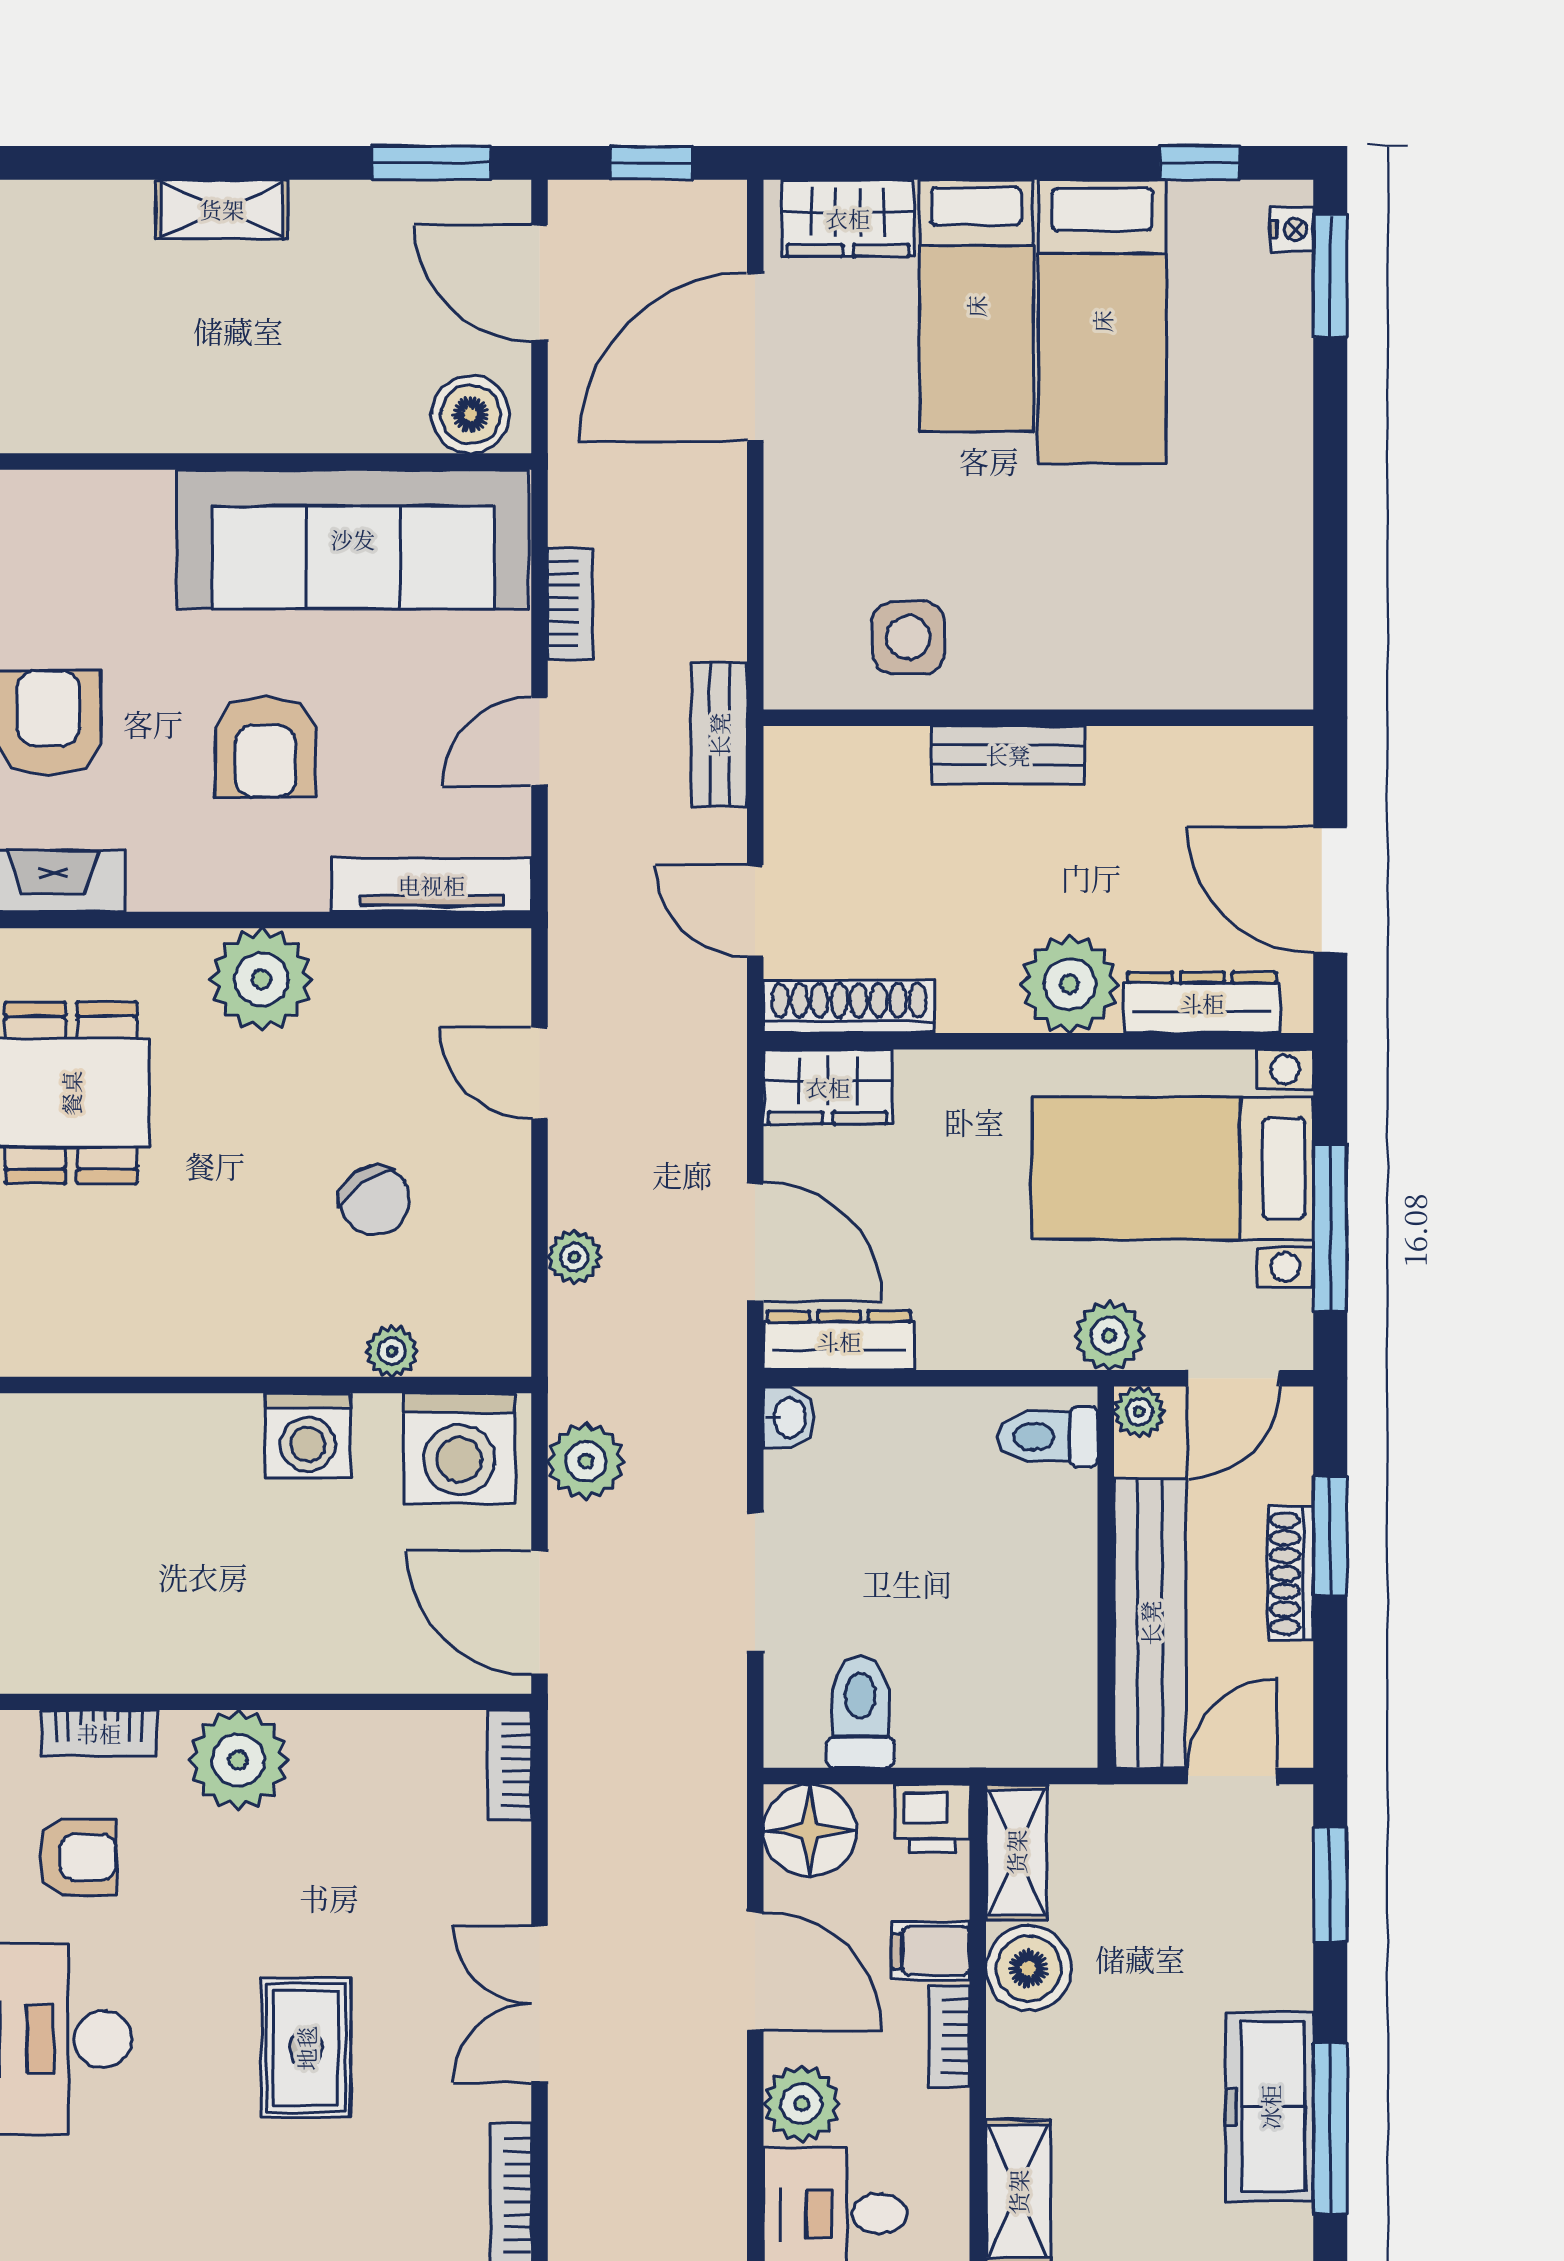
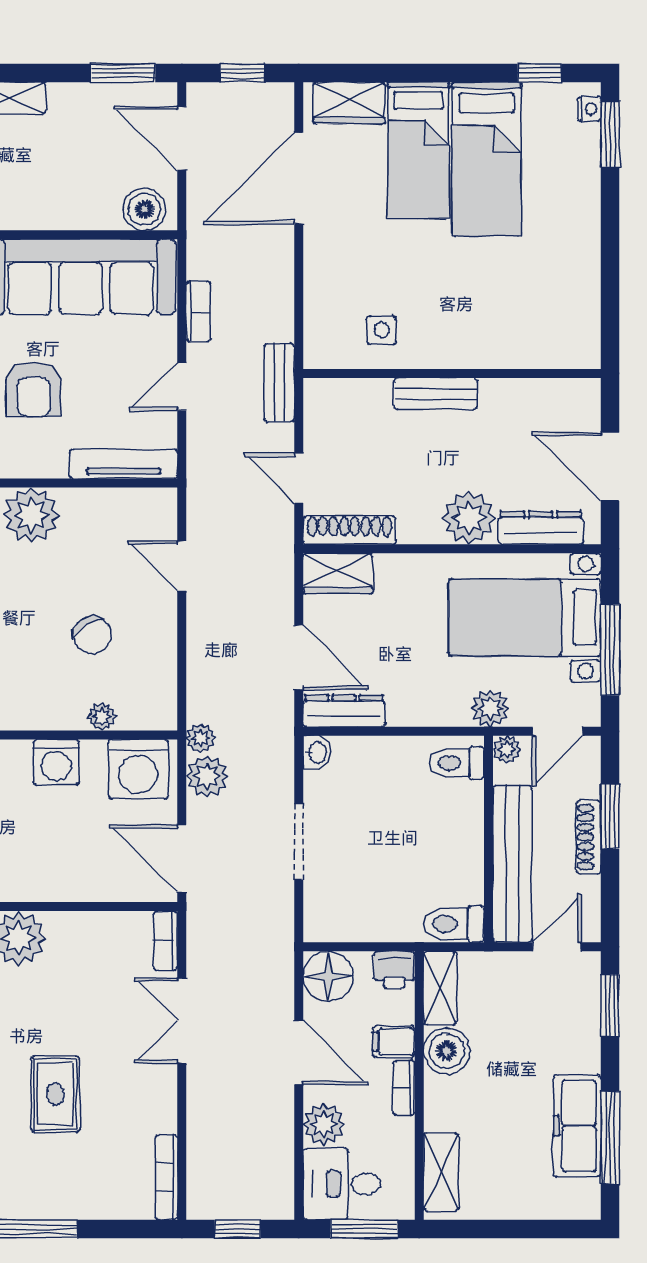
side table: (908, 638) -> (382, 330), width x0.73, depth x0.73
plant: (574, 1257) -> (201, 738), moved
toilet: (860, 1712) -> (454, 924), moved, turned -90
double door: (540, 2004) -> (182, 1021), moved

